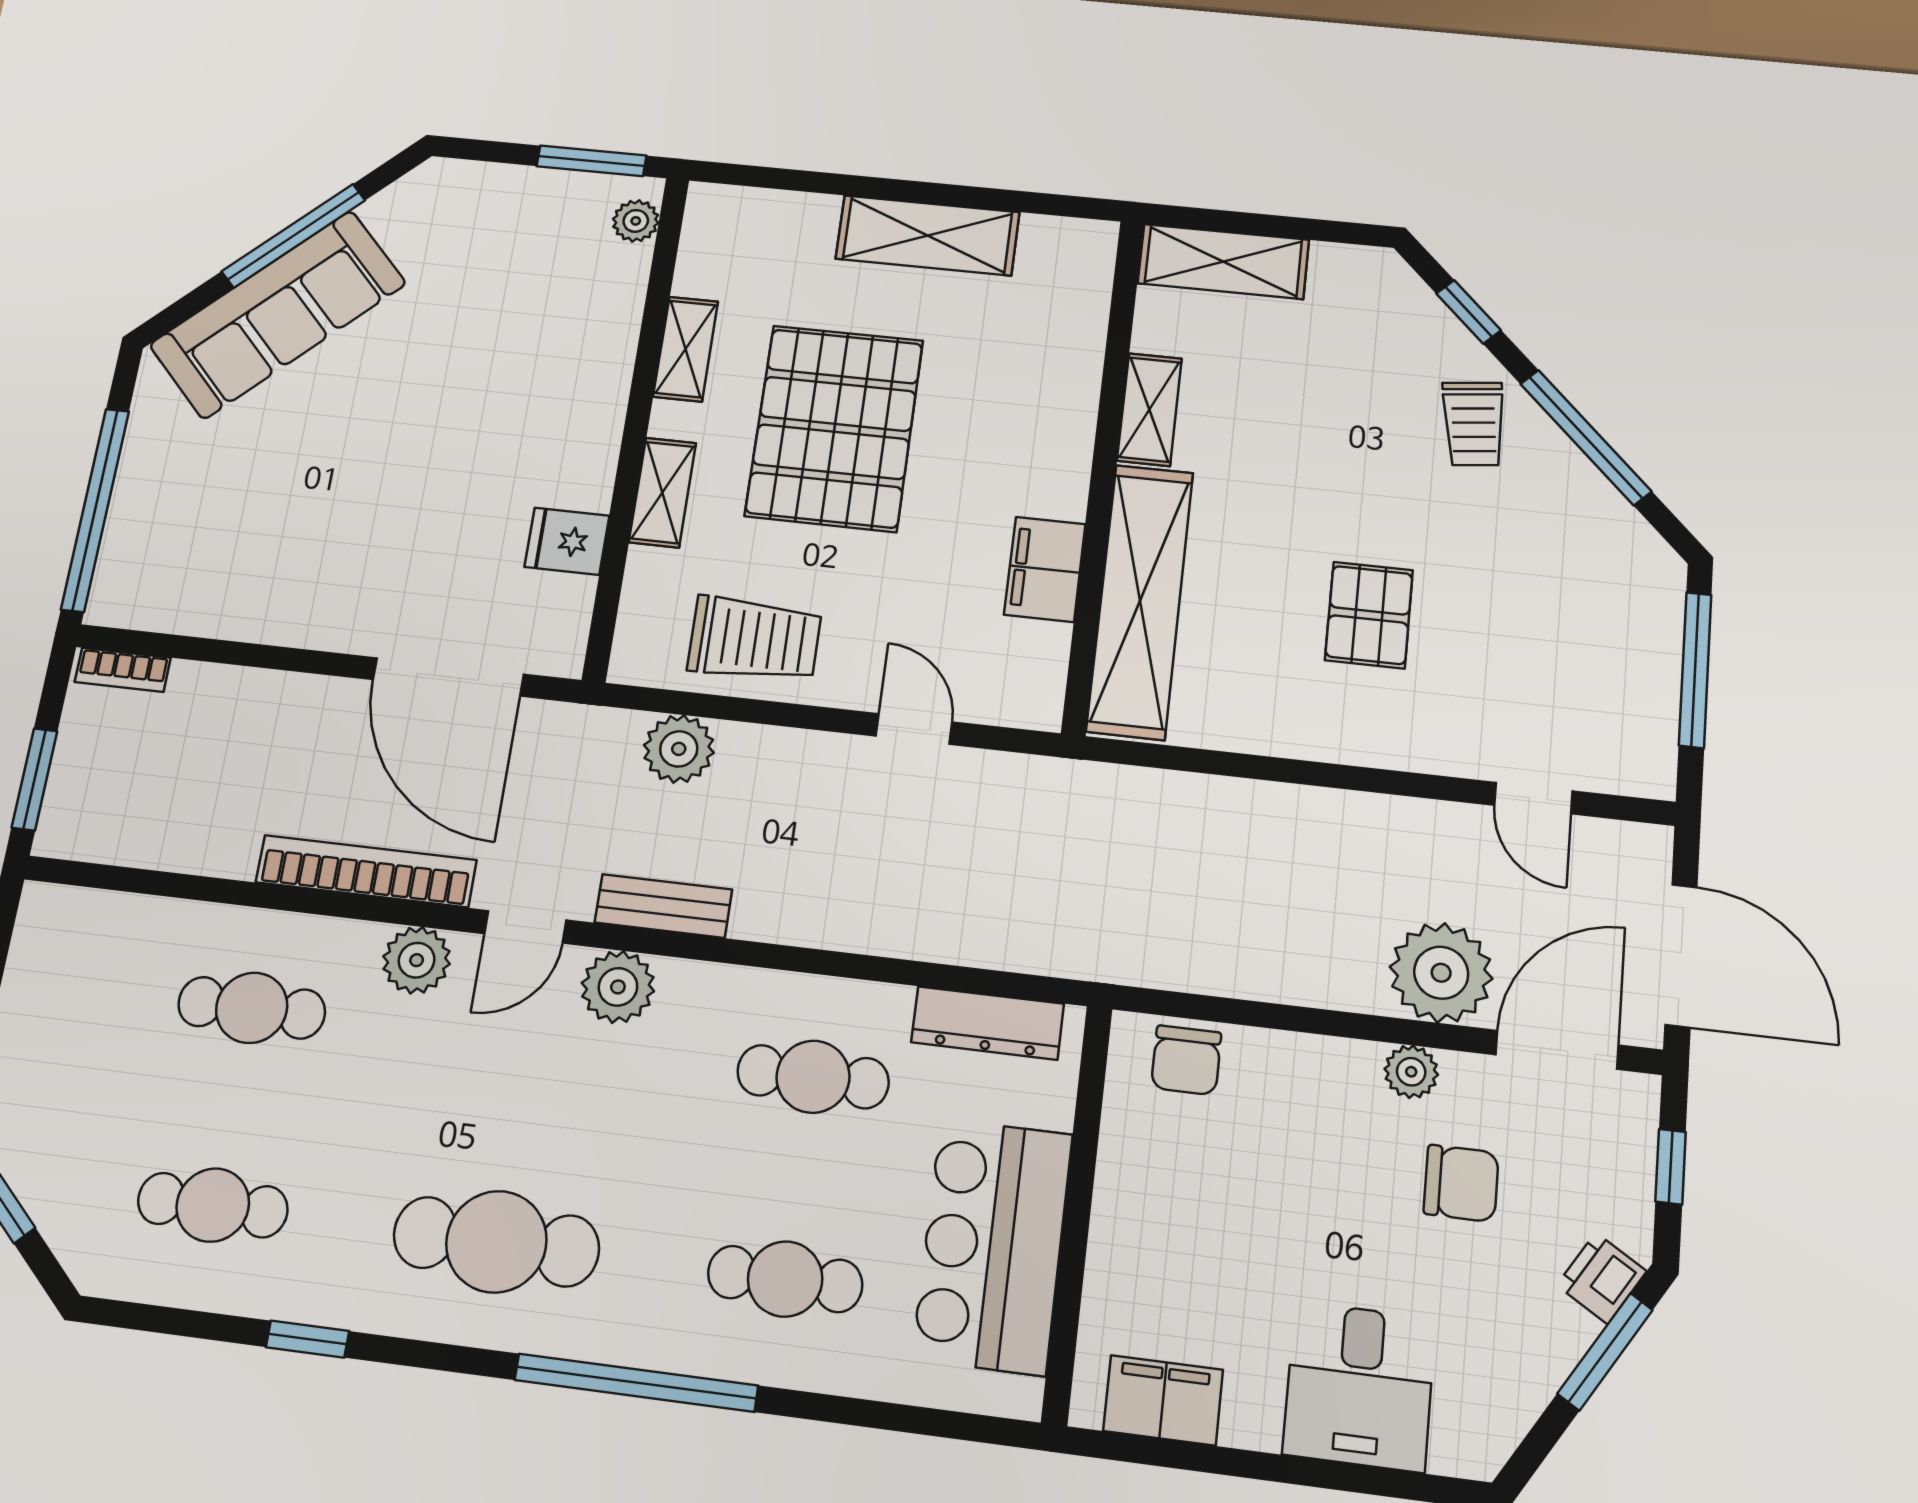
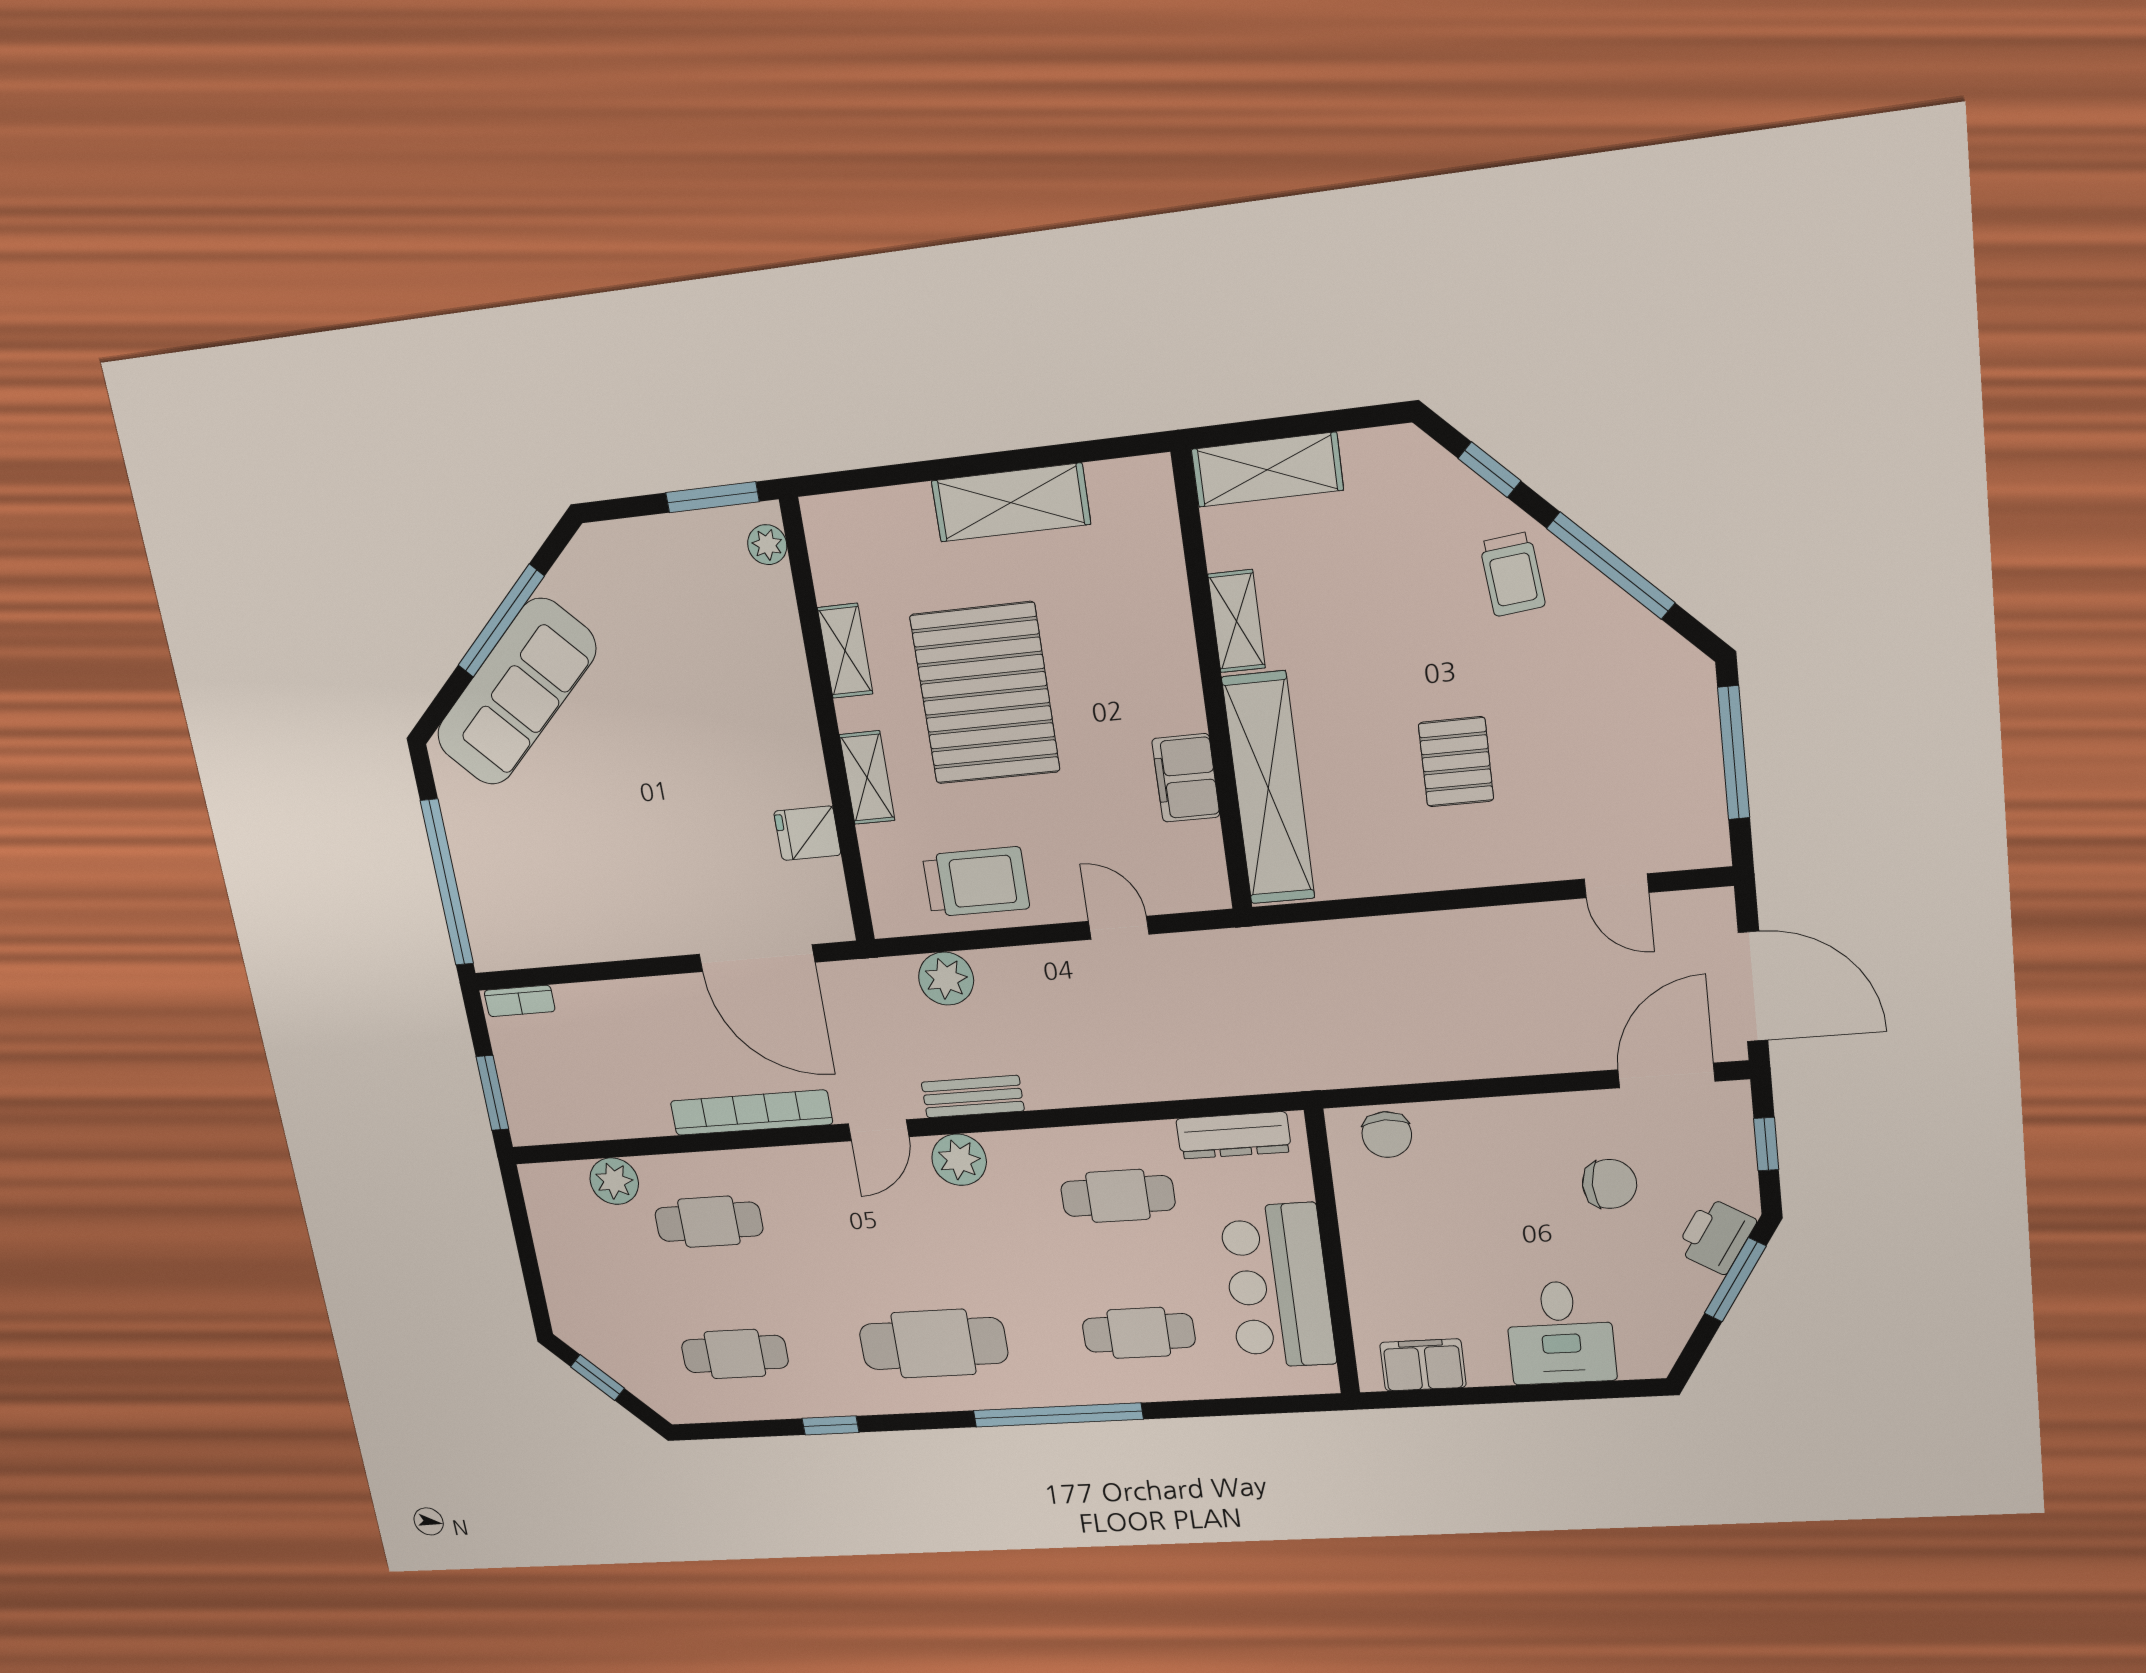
plant: (417, 960) -> (614, 1181), moved
plant: (1441, 973) -> (1567, 1035), removed
plant: (1411, 1072) -> (1557, 1112), removed
printer: (1602, 1278) -> (1716, 1236), width x1.36, depth x1.24

